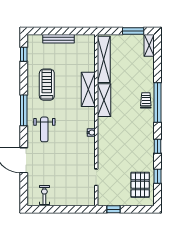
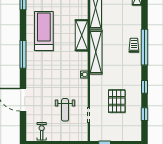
treadmill: (47, 85) -> (44, 31), width x1.37, depth x1.38
shelving: (104, 100) -> (96, 52), width x1.47
weight bench: (44, 129) -> (65, 110), moved
pallet: (140, 185) -> (117, 101), moved

